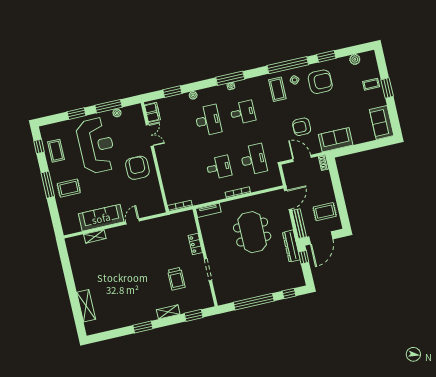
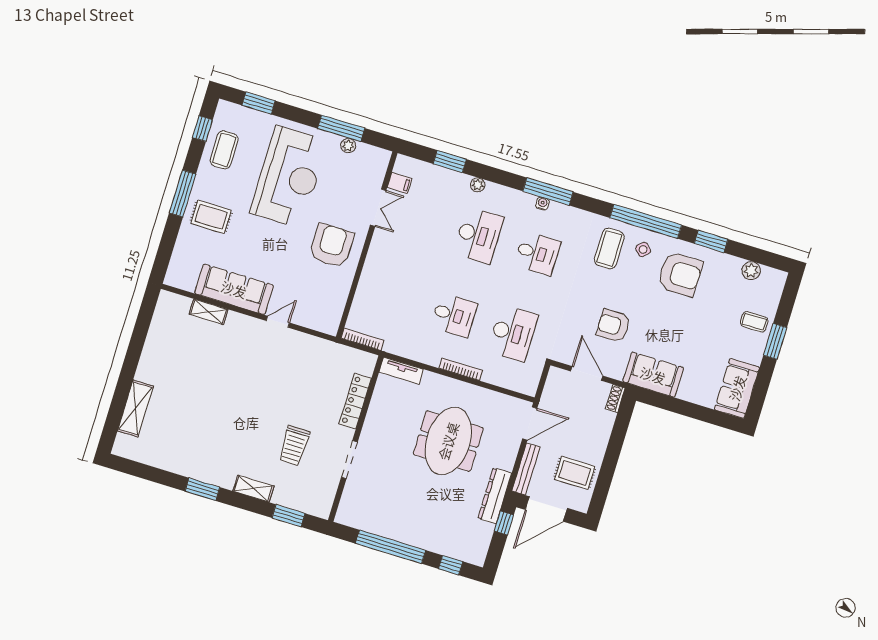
filing cabinet: (152, 112) -> (399, 183), width x0.50
window: (76, 114) -> (259, 103), moved
locker: (195, 244) -> (355, 401), width x1.53

